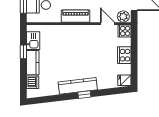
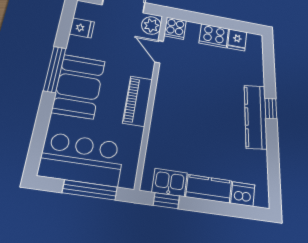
door: (107, 24) -> (159, 52), hinge flipped
window: (23, 52) -> (166, 201), moved
fridge: (124, 80) -> (237, 40), moved

